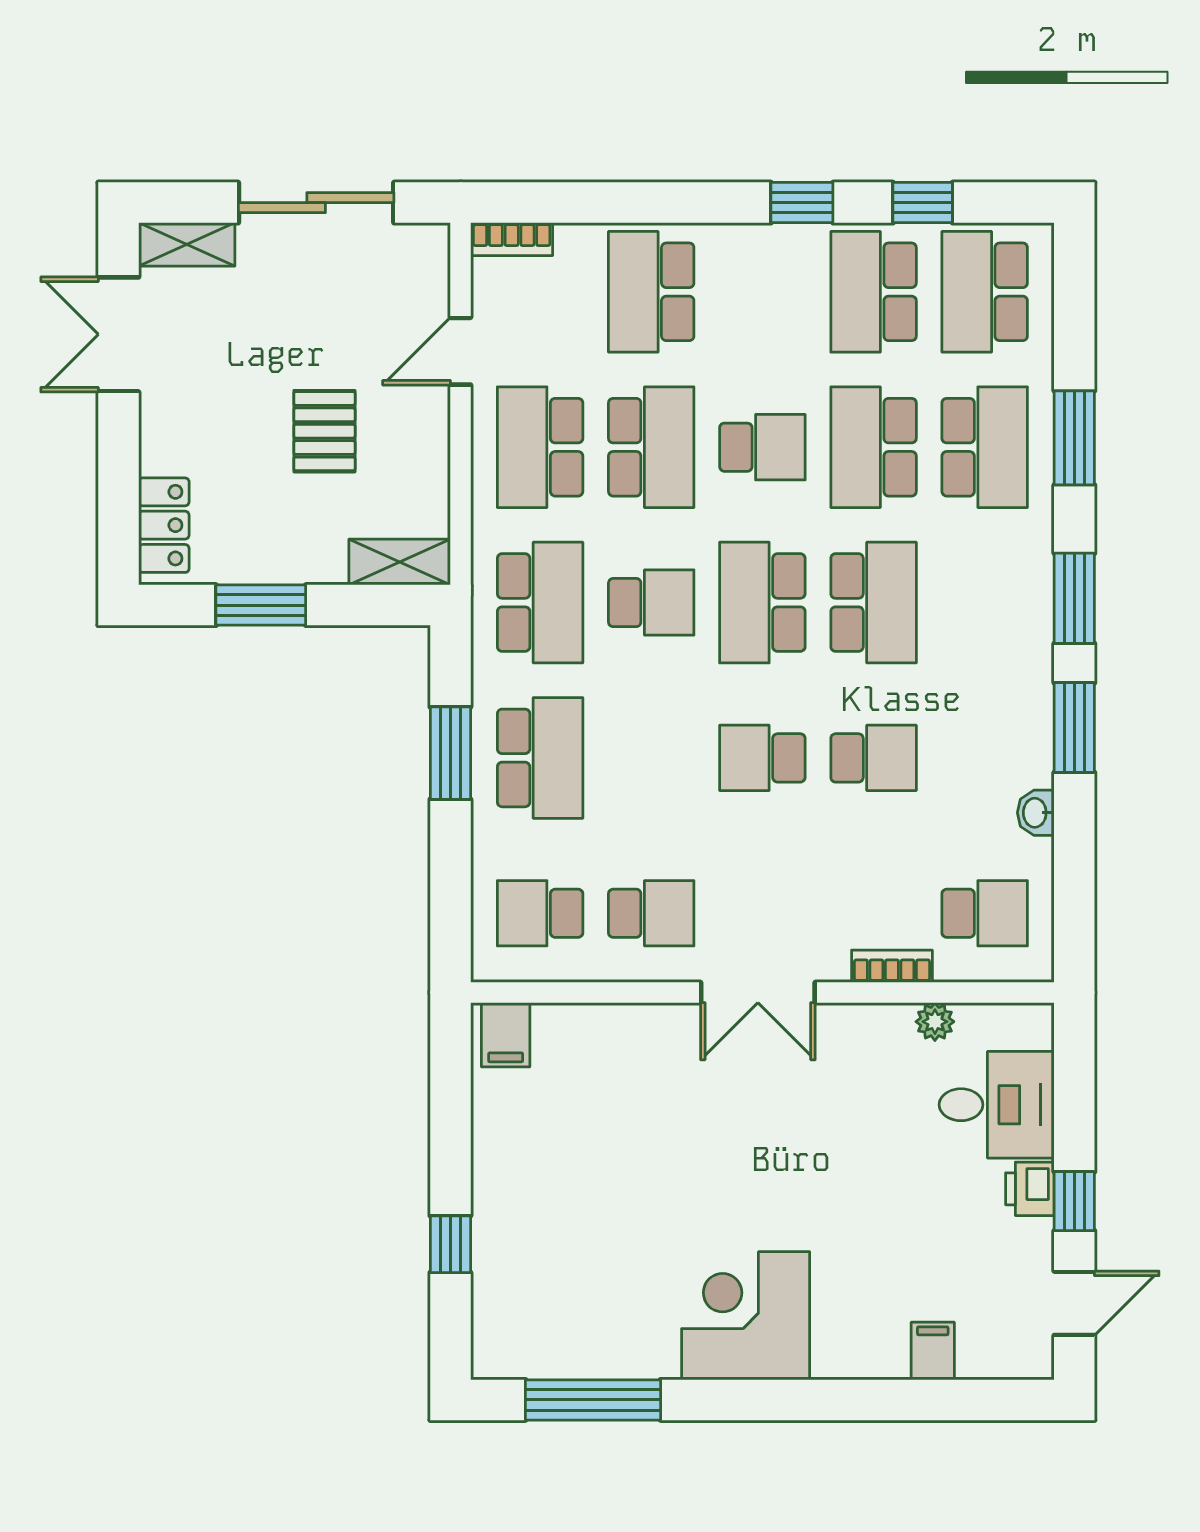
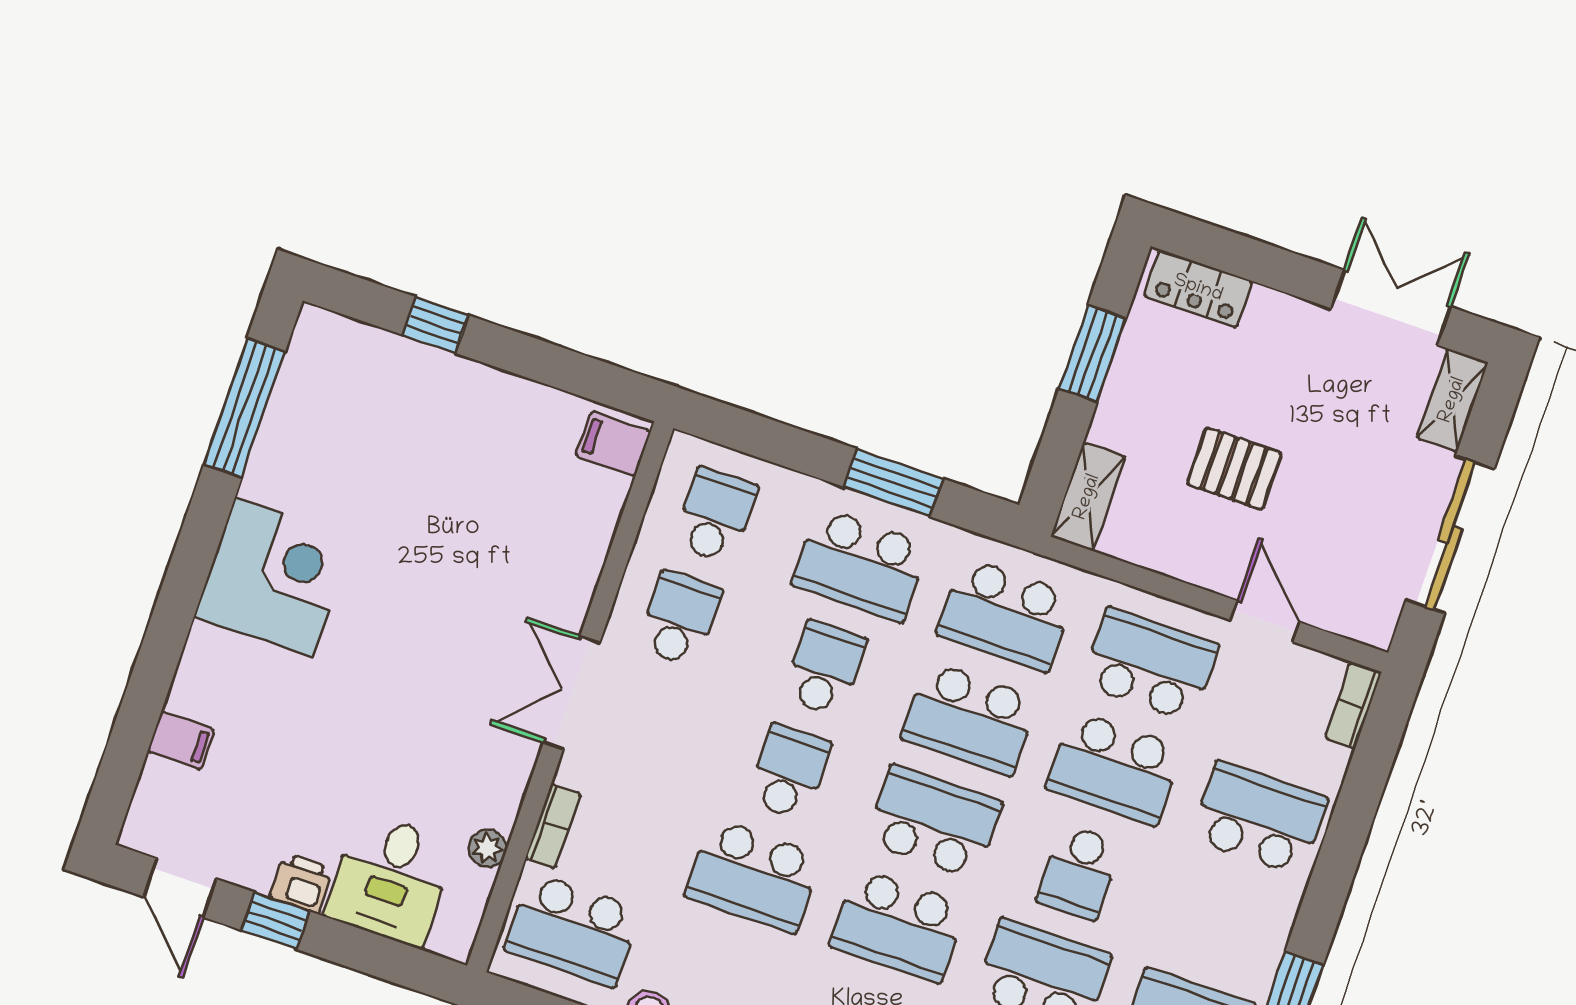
school desk: (651, 603) -> (970, 718), width x1.85
school desk: (651, 758) -> (825, 668), added
school desk: (874, 758) -> (753, 876), width x1.85
school desk: (651, 913) -> (680, 619), turned 180
school desk: (985, 913) -> (573, 930), width x1.85

